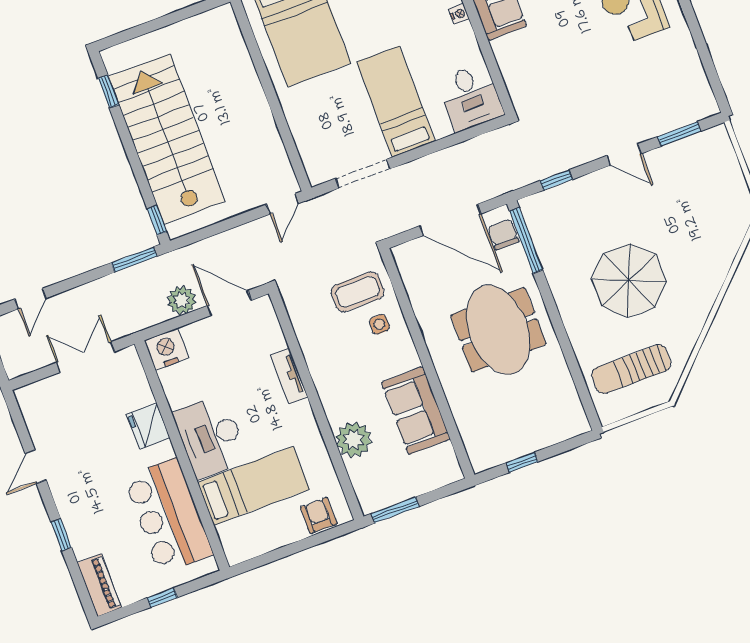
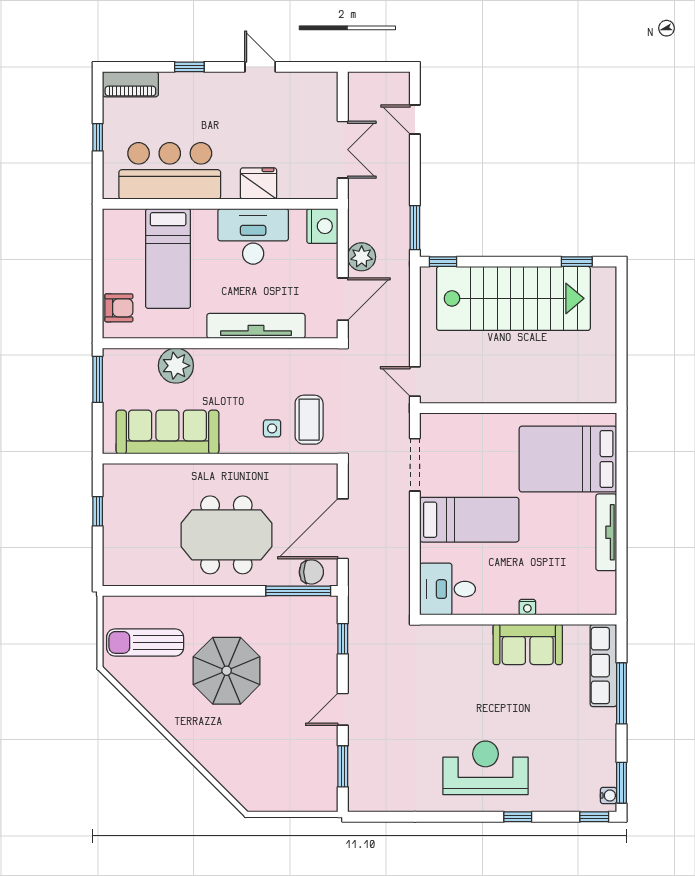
sun lounger: (631, 369) -> (145, 642), turned -90
tv unit: (289, 376) -> (256, 326), width x1.92, depth x1.29
sofa: (416, 411) -> (167, 432), width x1.36
desk: (211, 437) -> (253, 236), moved

